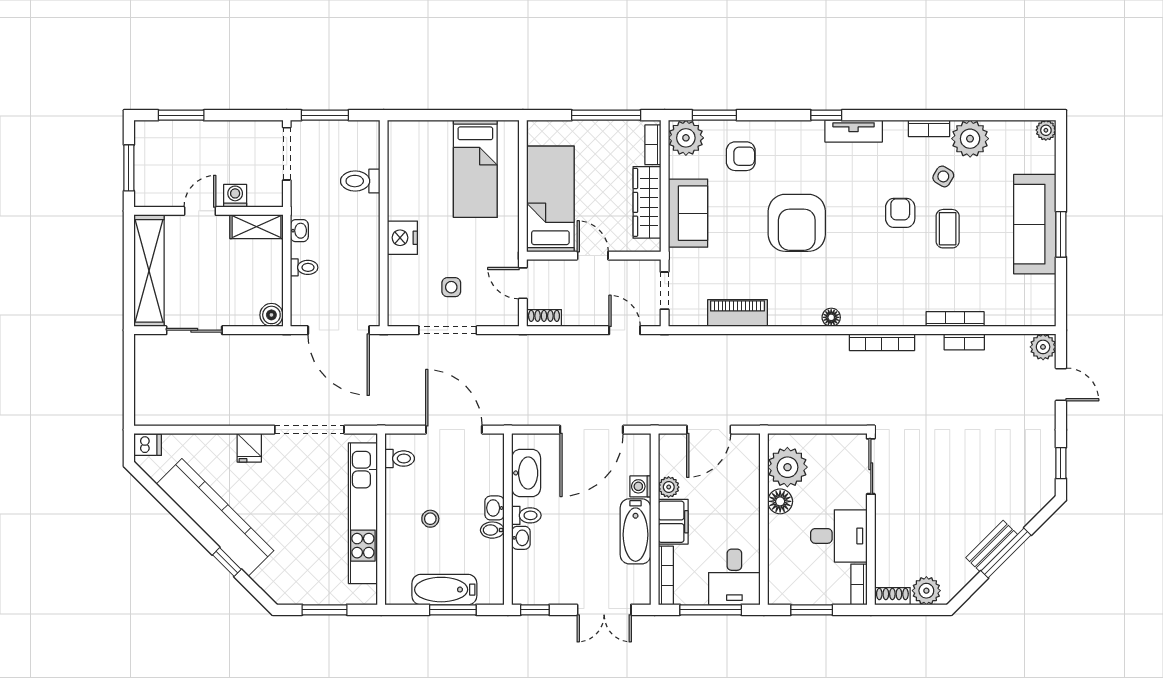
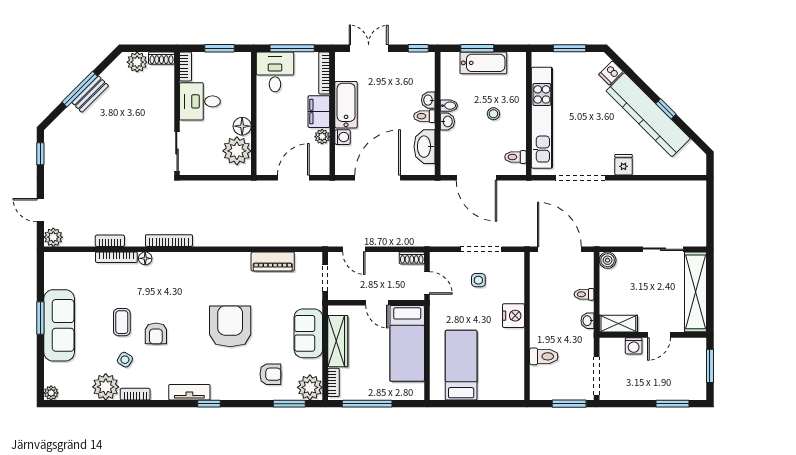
armchair: (741, 156) -> (270, 374), turned 180
floor lamp: (831, 317) -> (145, 258), moved
dishwasher: (148, 445) -> (611, 73), moved, turned -45
window: (227, 562) -> (666, 109), moved

